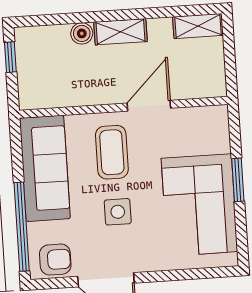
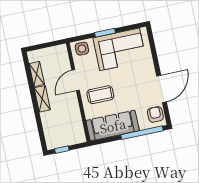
shelving: (198, 26) -> (37, 74), moved
boiler: (82, 33) -> (46, 117), removed
door: (149, 106) -> (76, 80), hinge flipped
side table: (118, 212) -> (82, 49), moved

